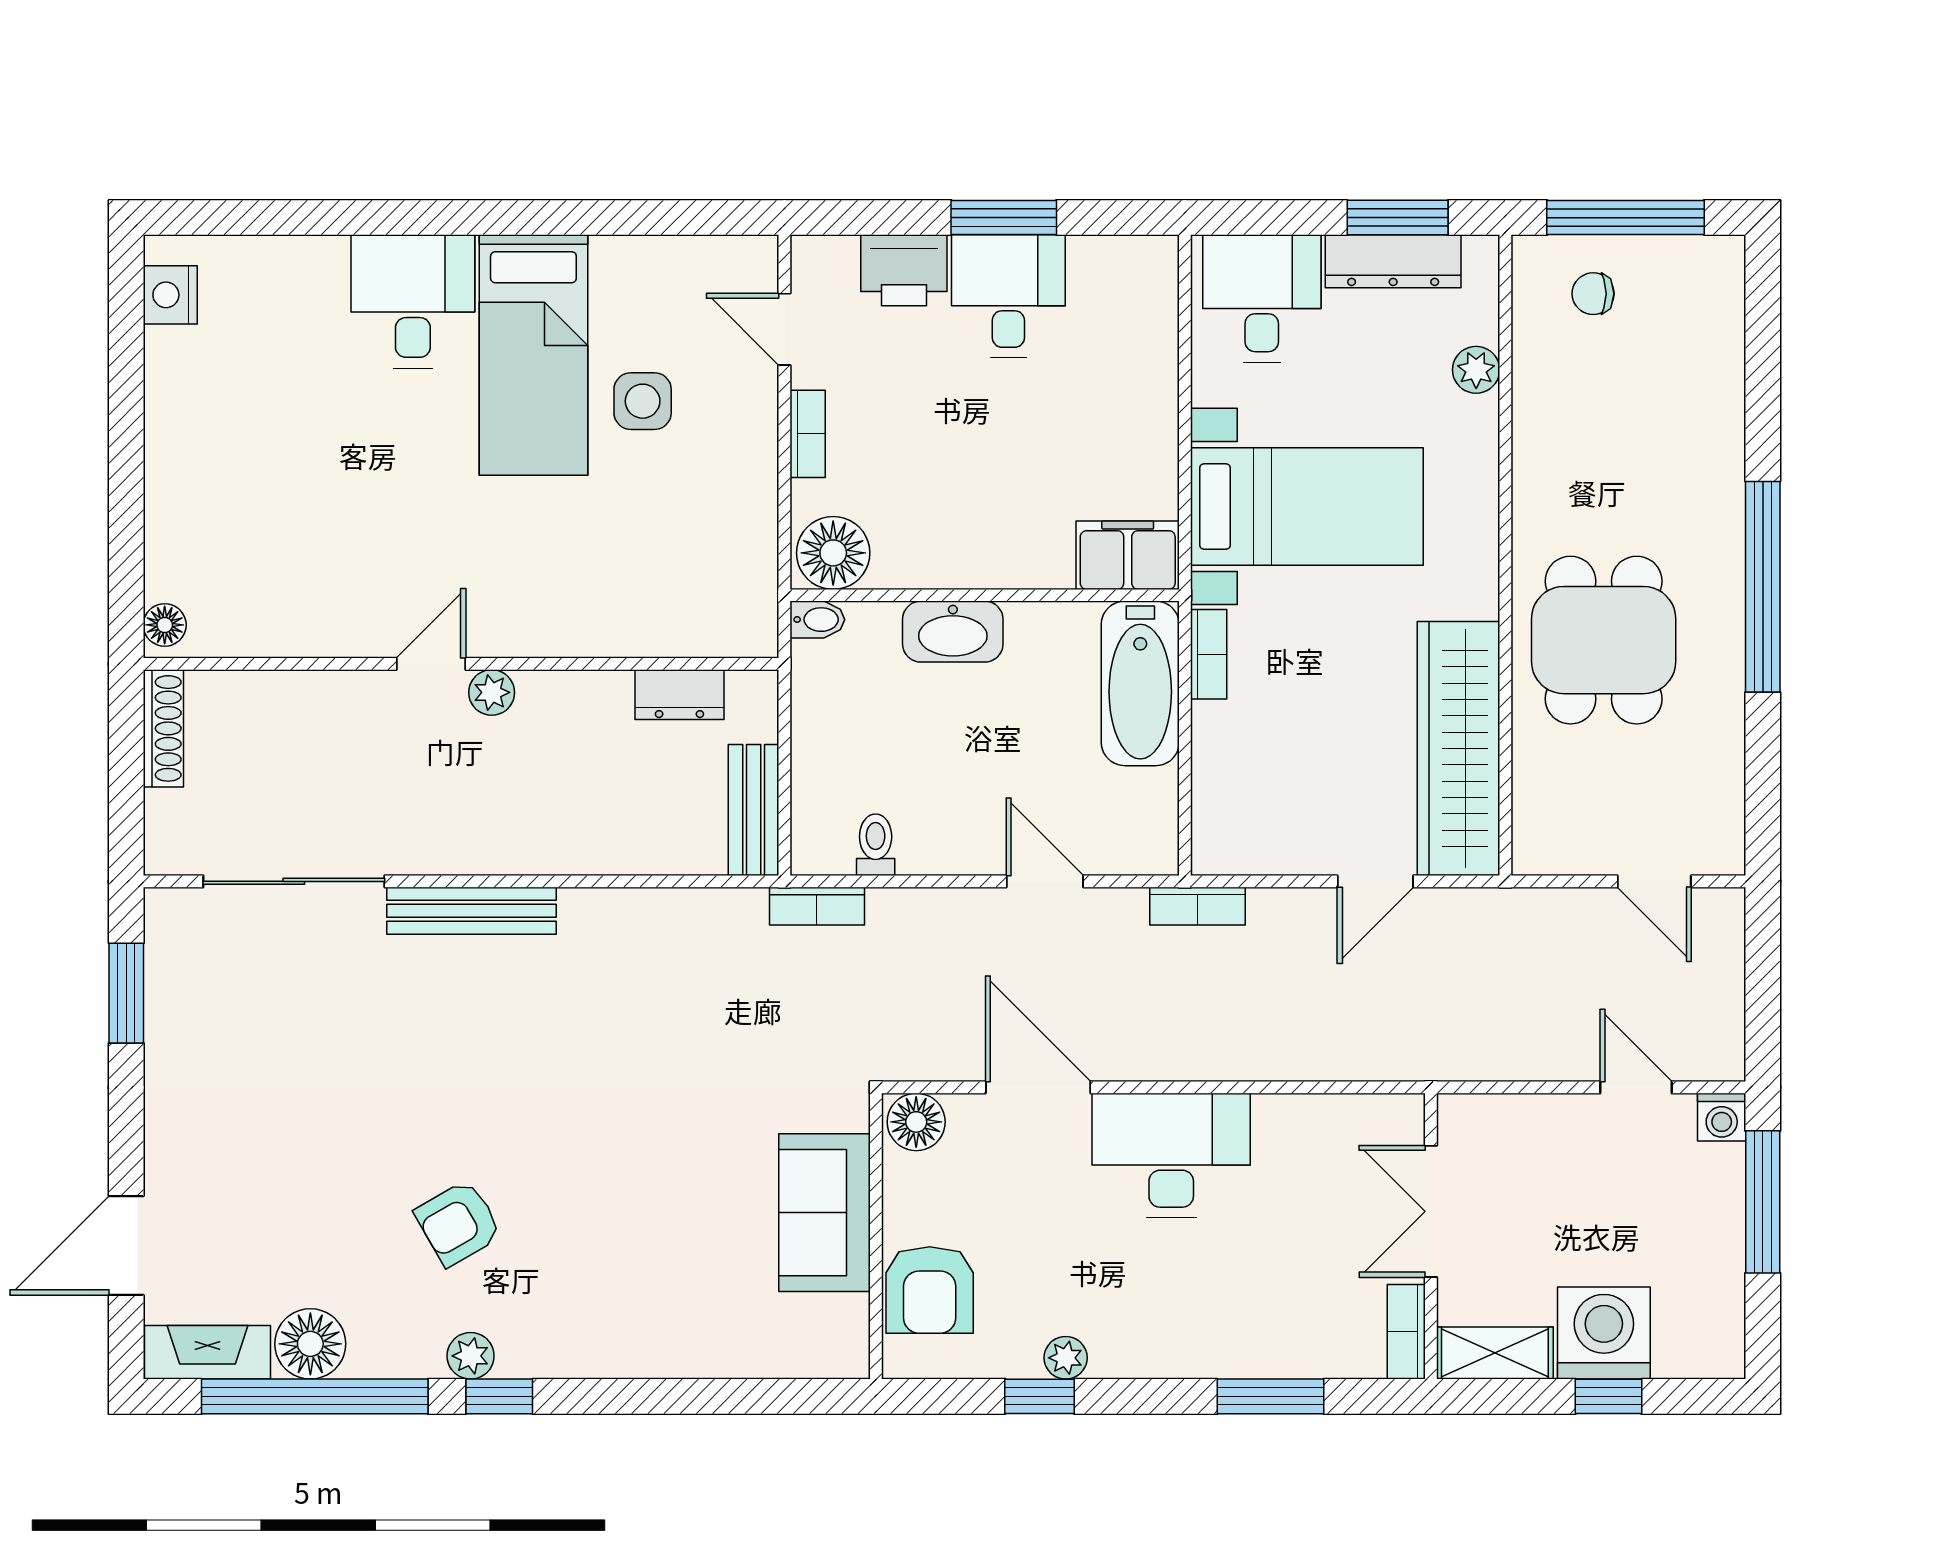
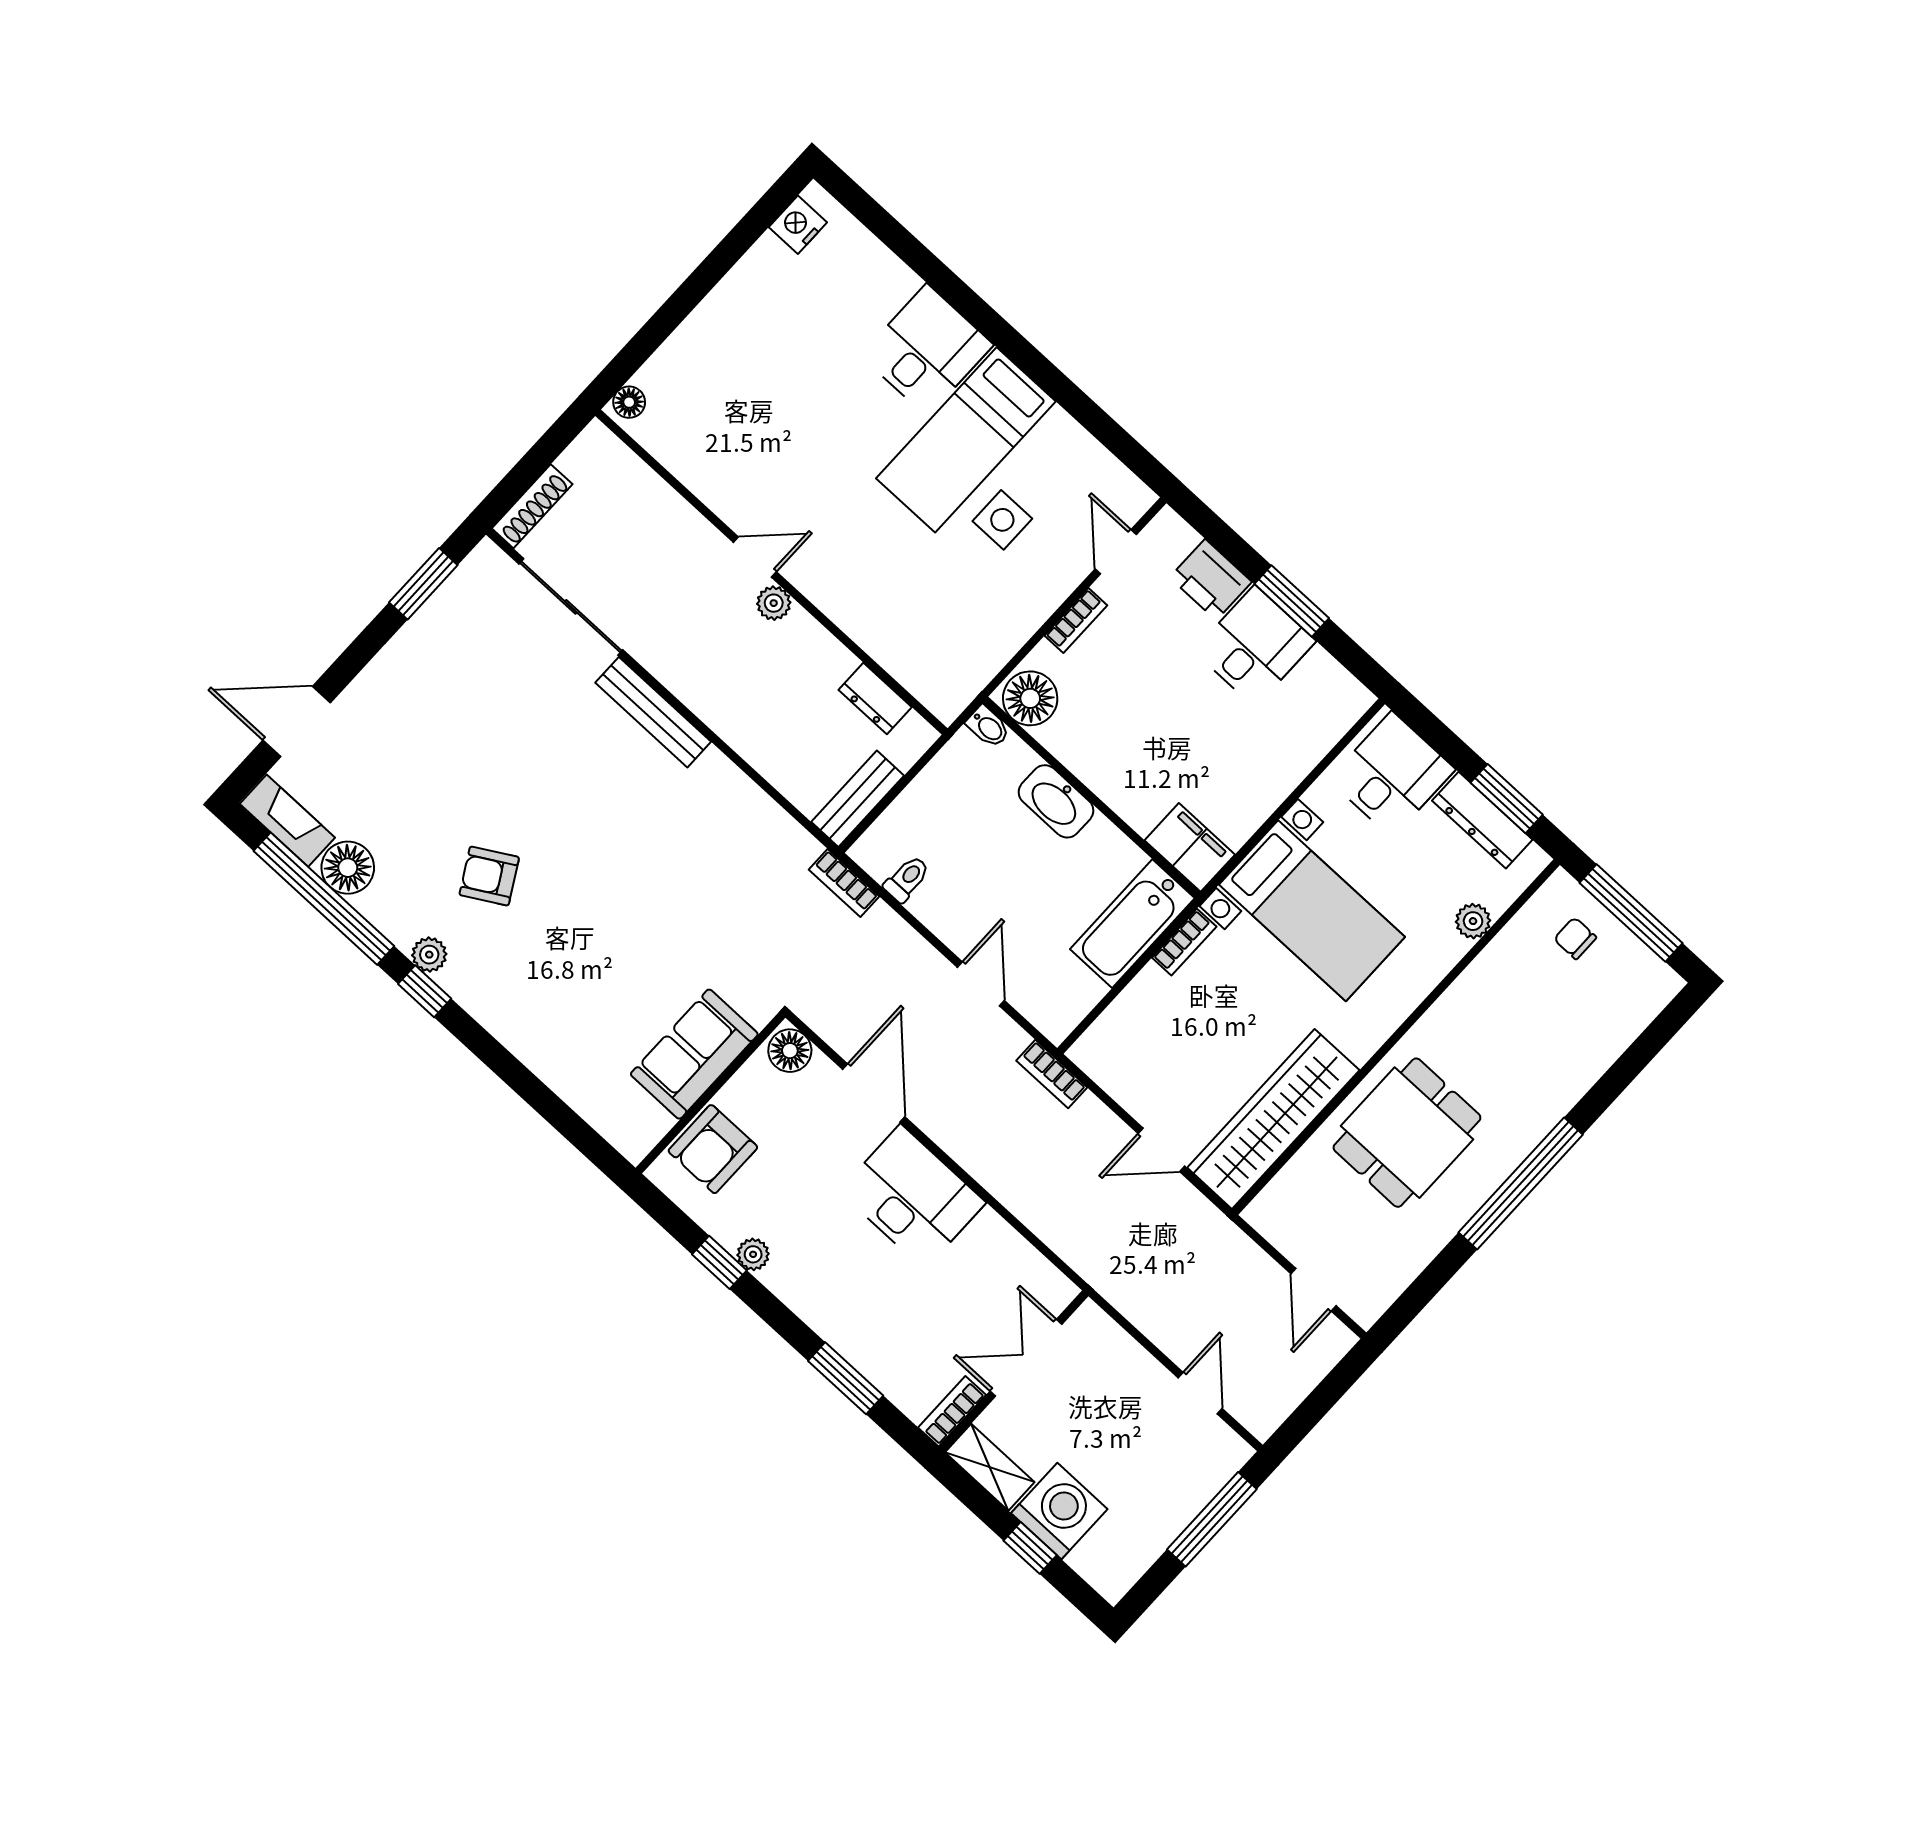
shoe rack: (163, 728) -> (532, 506), moved
washing machine: (1722, 1117) -> (1232, 1452), removed

